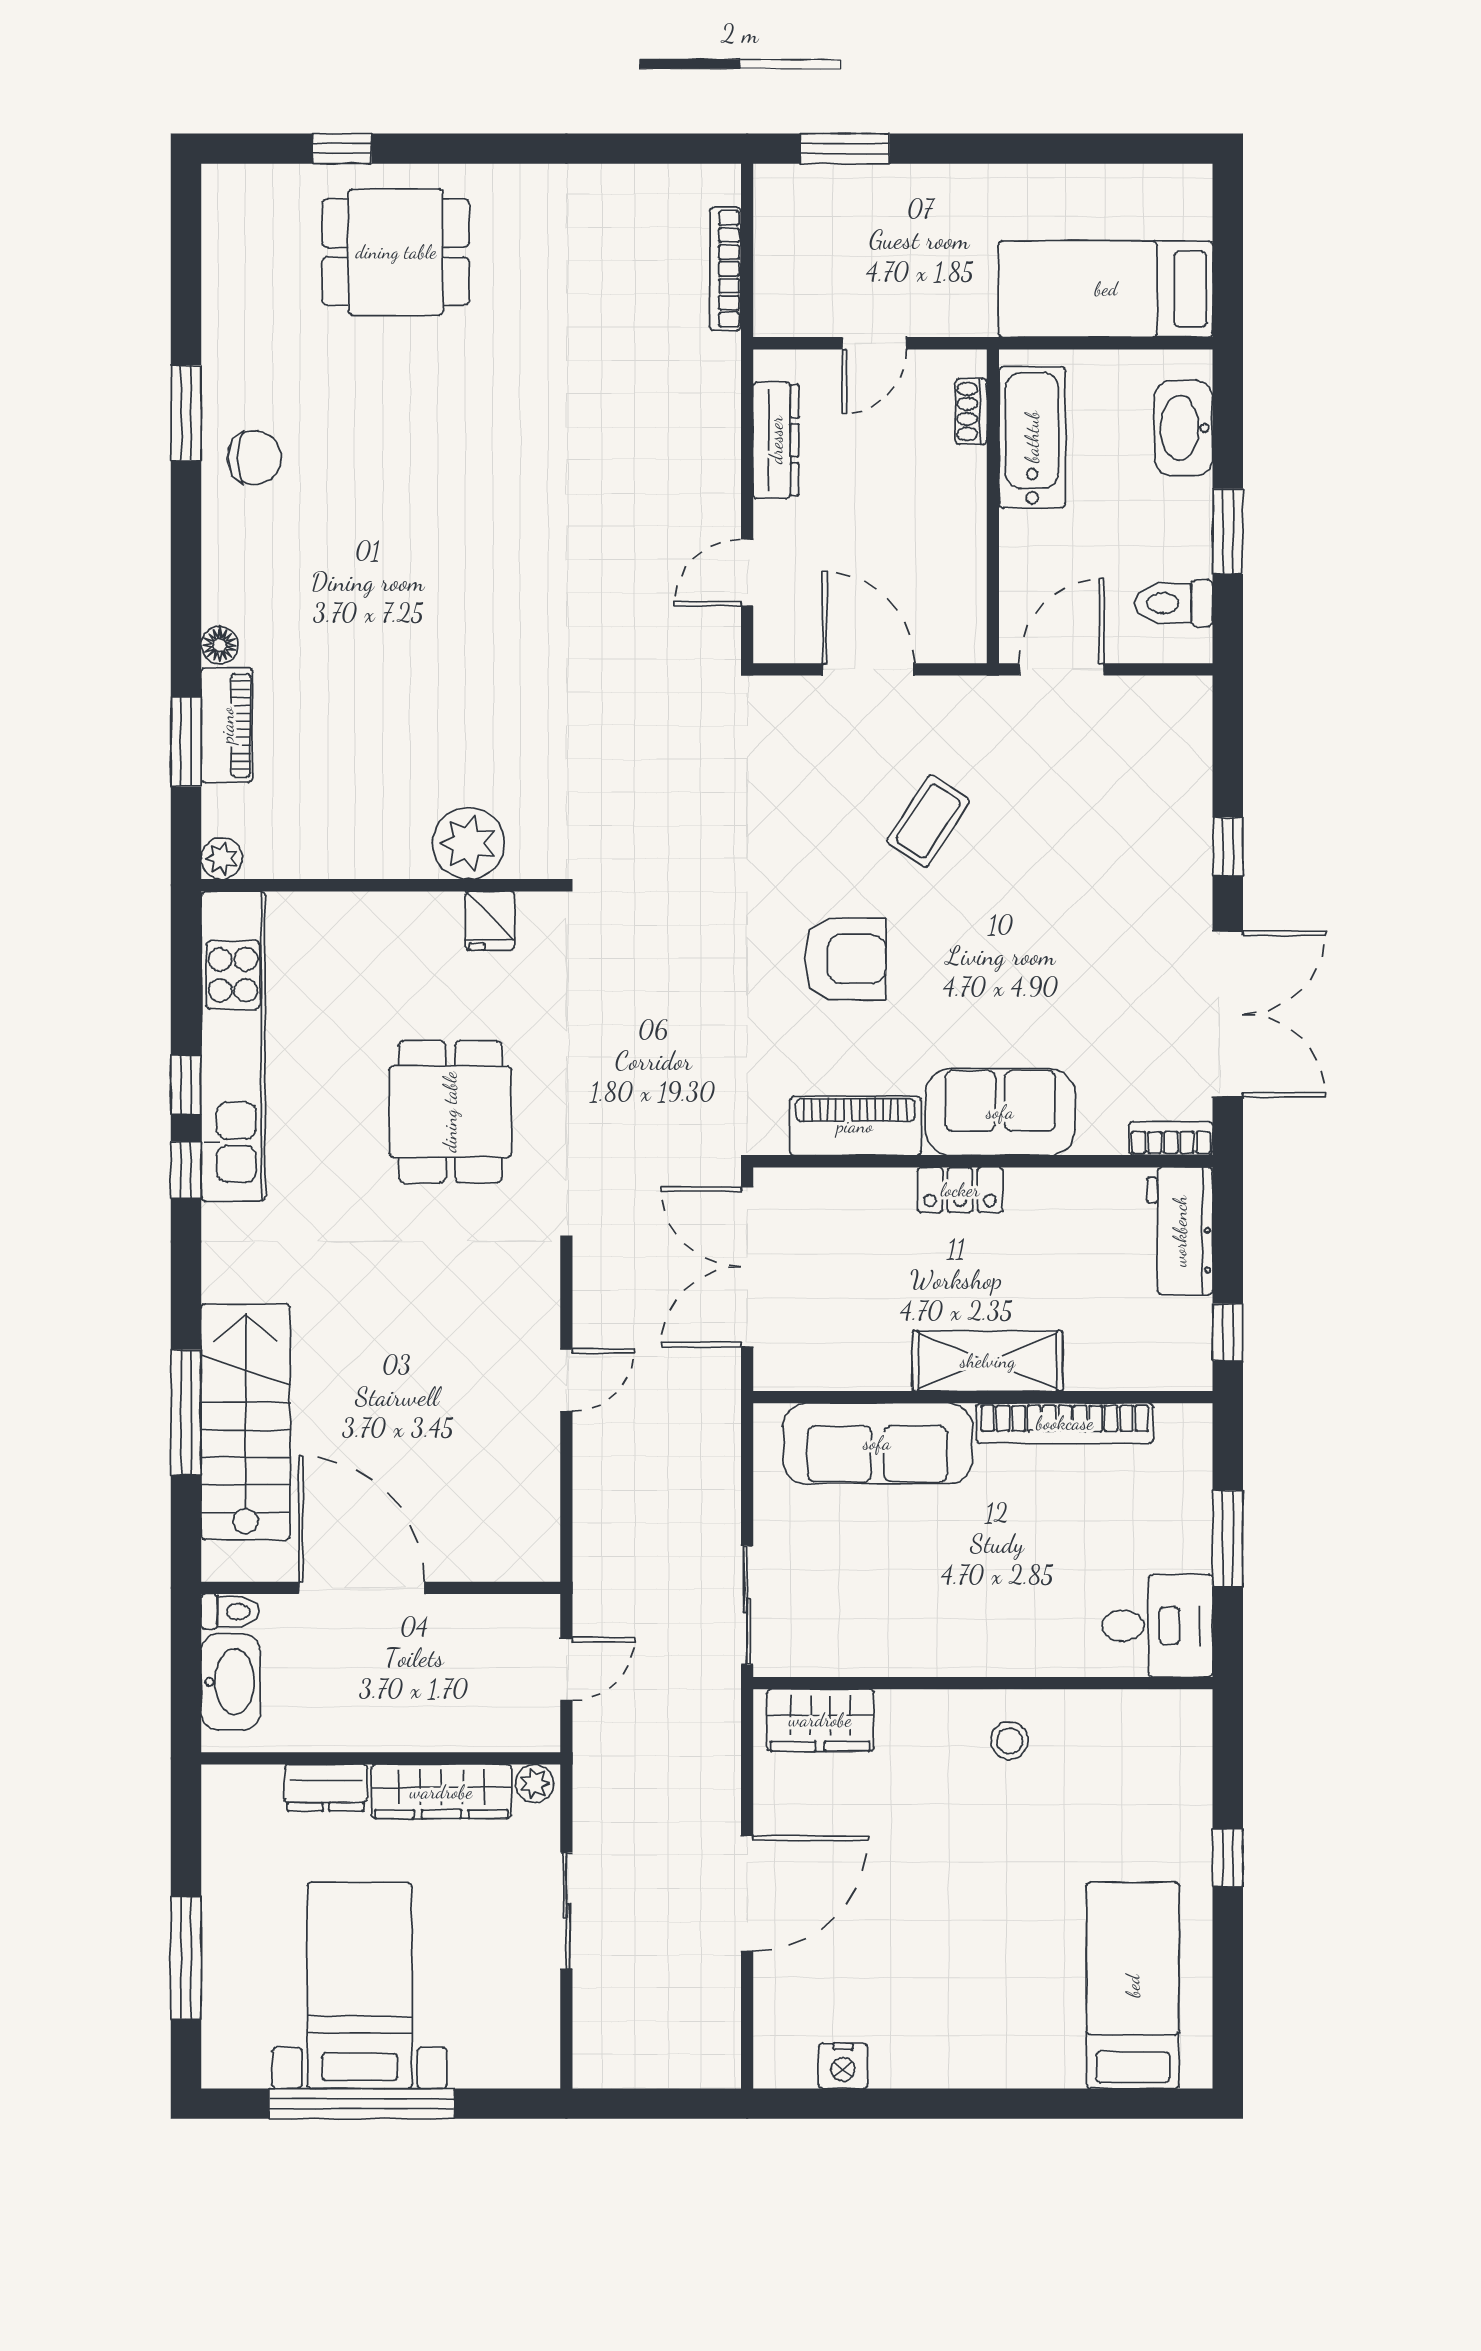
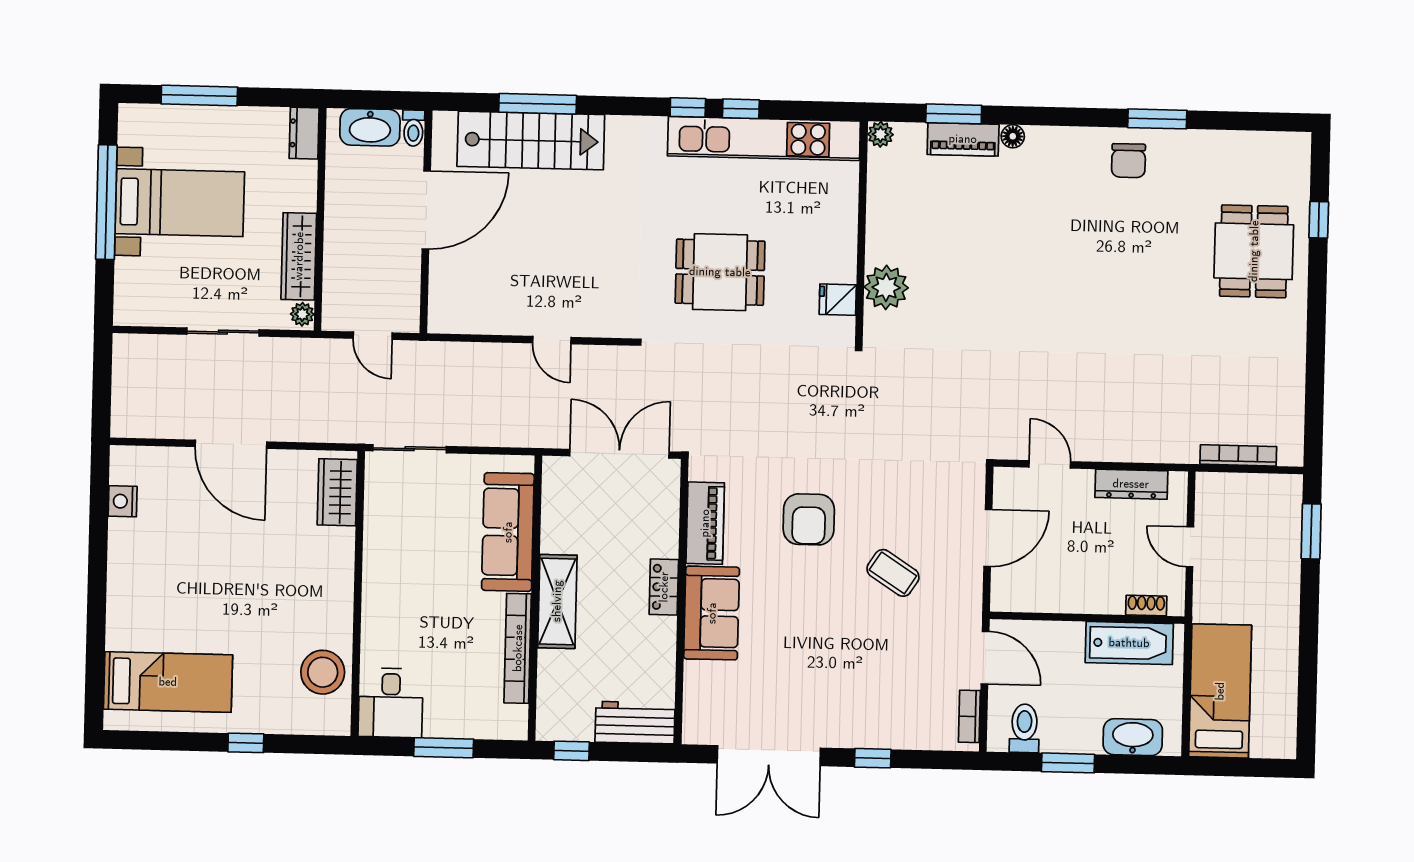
bookcase: (1171, 1138) -> (969, 716), moved, turned 180
stool: (1009, 1741) -> (323, 672), moved, width x1.89, depth x1.89
dresser: (326, 1788) -> (304, 133), moved

